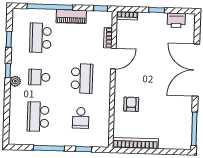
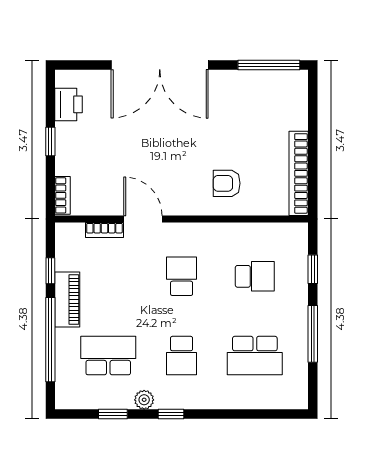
window: (101, 8) -> (50, 271), moved
school desk: (40, 38) -> (108, 356), turned 180
school desk: (82, 78) -> (182, 276), width x0.54
plant: (15, 81) -> (144, 400), moved

